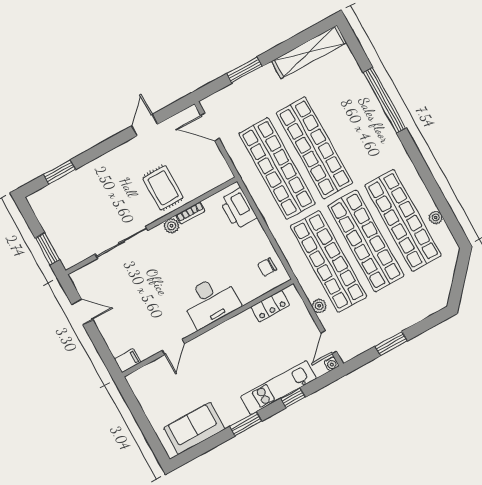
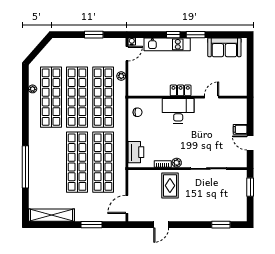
door: (210, 127) -> (127, 204), swing flipped
locker: (270, 306) -> (181, 90), moved
filing cabinet: (128, 361) -> (240, 129), moved
window: (293, 398) -> (173, 35), moved

